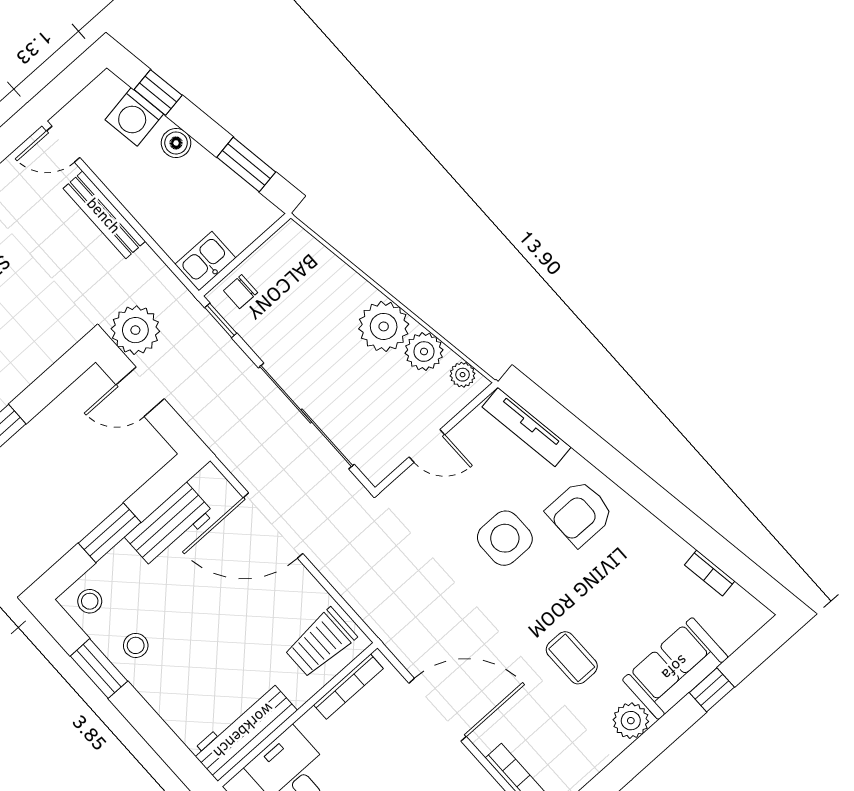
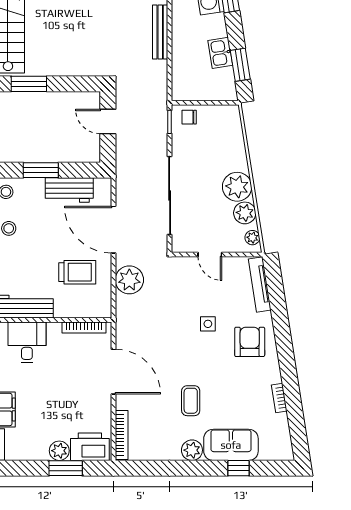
boiler: (176, 143) -> (218, 29), removed
kitchen sink: (205, 261) -> (220, 53), moved, turned -99
plant: (135, 330) -> (129, 280), moved
armchair: (580, 513) -> (250, 342), turned 90
side table: (505, 538) -> (208, 324), width x0.54, depth x0.54
bookcase: (710, 573) -> (279, 398), moved
trolley: (320, 643) -> (77, 272), moved, turned 180

